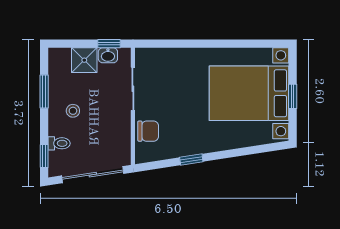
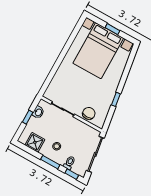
window: (109, 44) -> (28, 117), moved
shower: (84, 60) -> (35, 142), moved
window: (44, 92) -> (50, 162), moved

